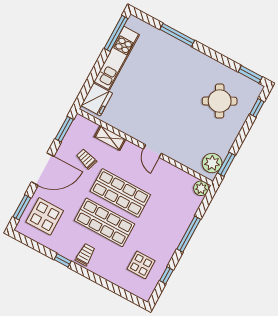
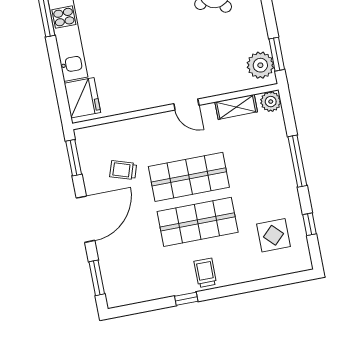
shelving: (110, 138) -> (236, 107), moved
display table: (45, 216) -> (129, 268), removed

